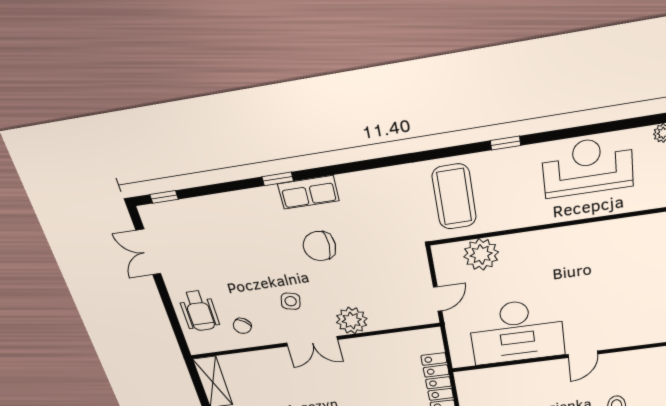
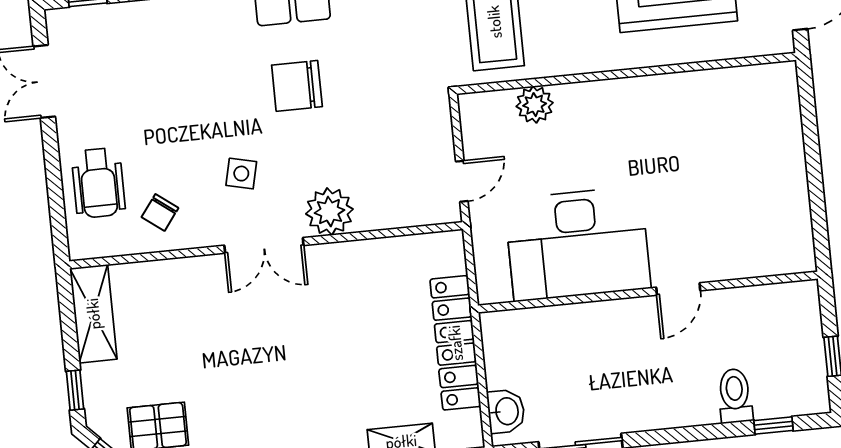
plant: (481, 254) -> (535, 105), width x0.73, depth x0.73

